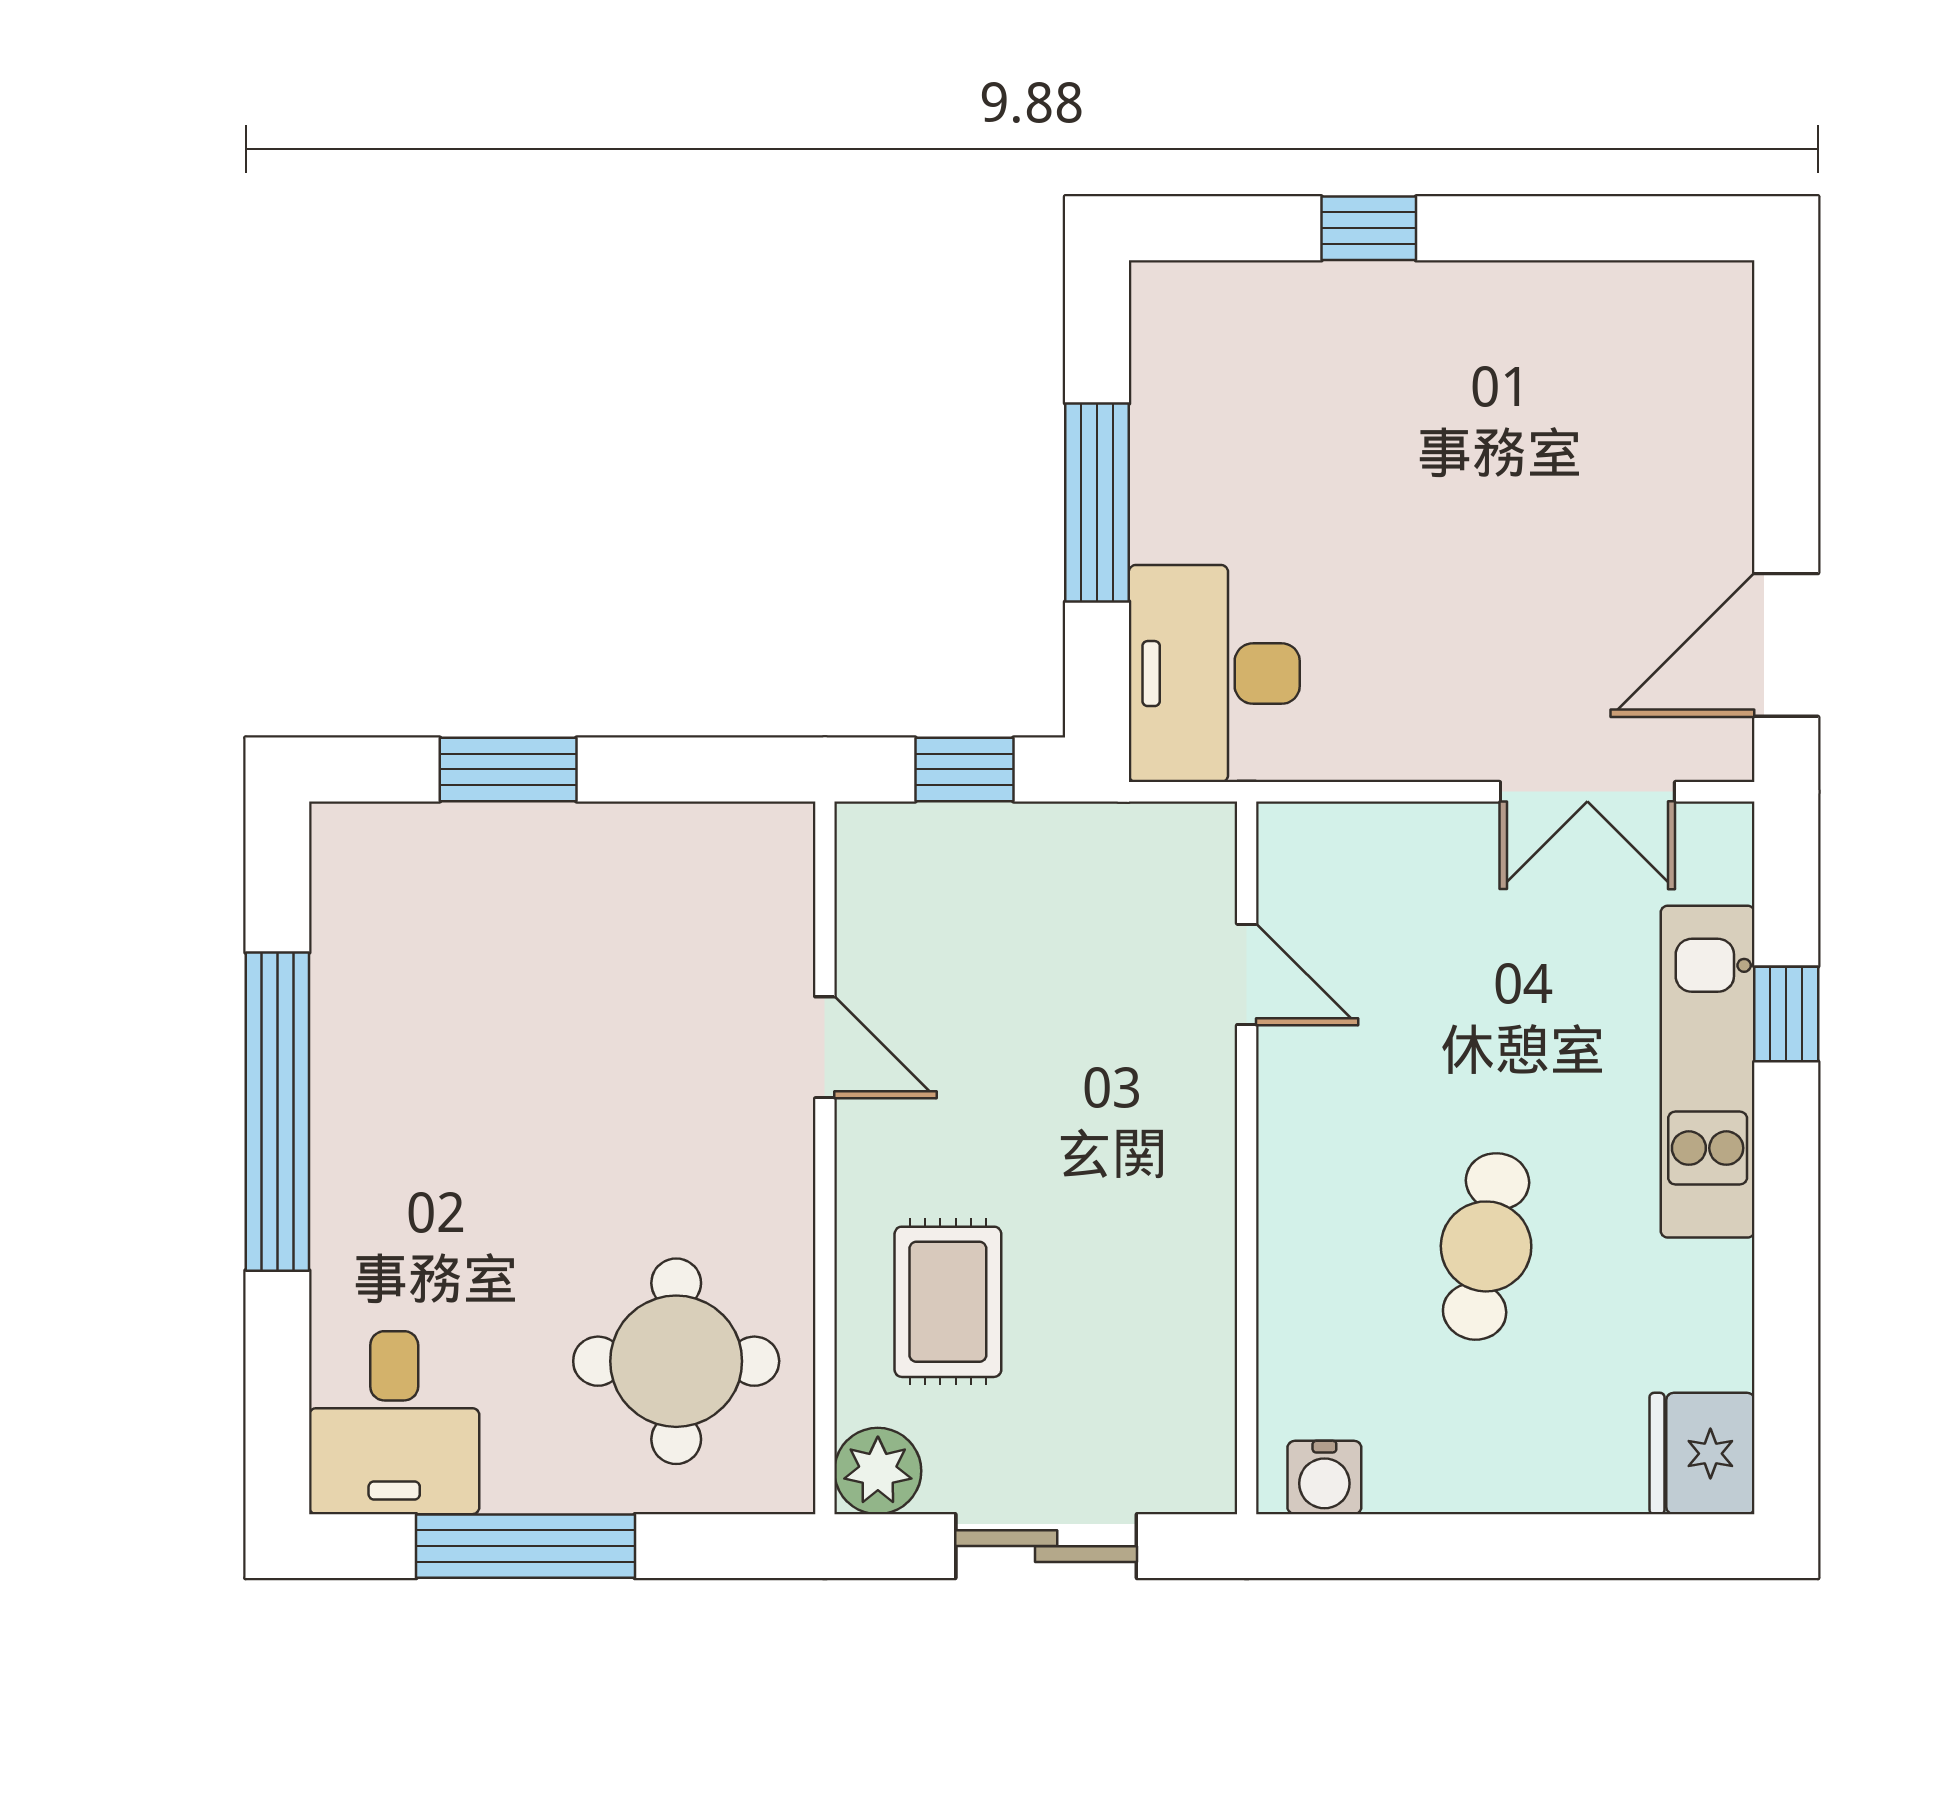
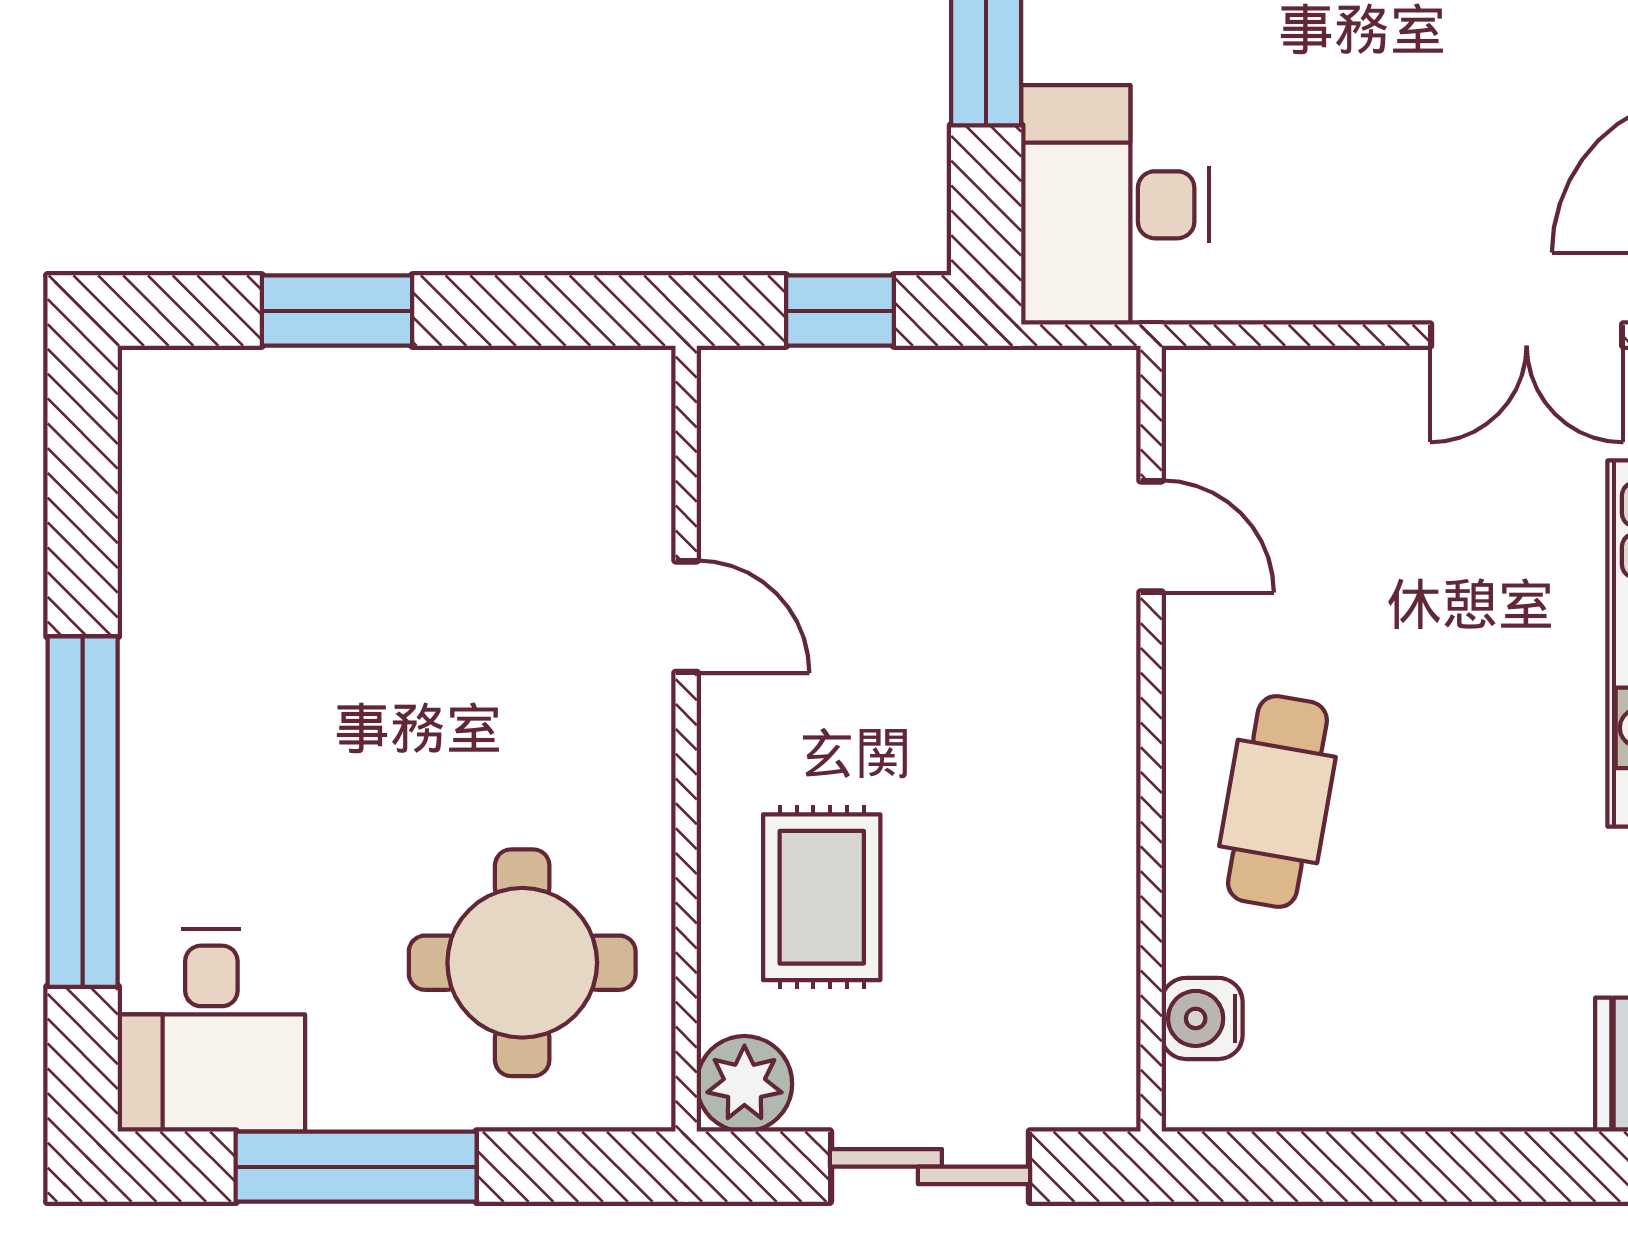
window: (277, 1112) -> (83, 812), moved
cafe table: (1486, 1246) -> (1277, 801), moved
water cooler: (1324, 1478) -> (1202, 1018), moved, turned 90

